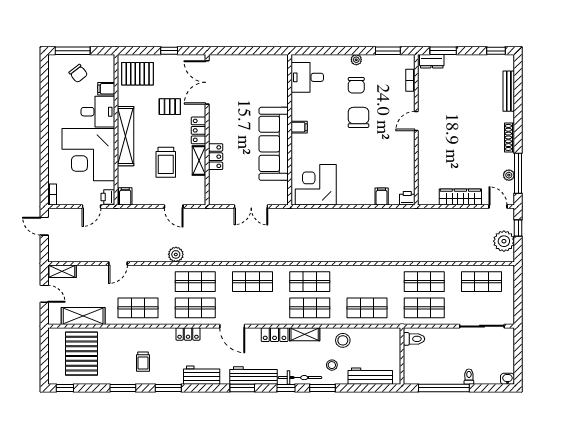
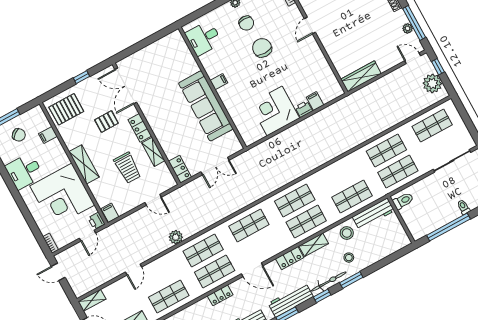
desk: (98, 112) -> (24, 171), moved, turned 180
shelving: (126, 136) -> (84, 164), width x0.68
locker: (216, 157) -> (180, 169), moved
corner desk: (316, 185) -> (275, 111), moved
wardrobe: (460, 197) -> (361, 76), moved
printer: (407, 198) -> (304, 109), moved
workbench: (370, 376) -> (373, 214), moved, turned 180

